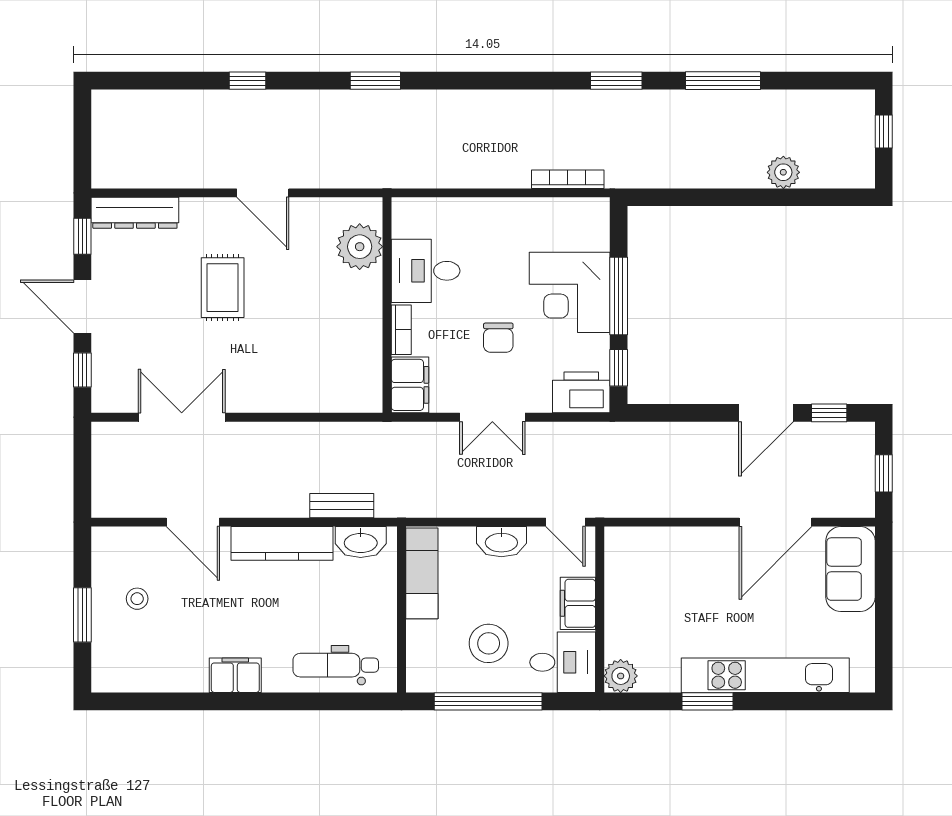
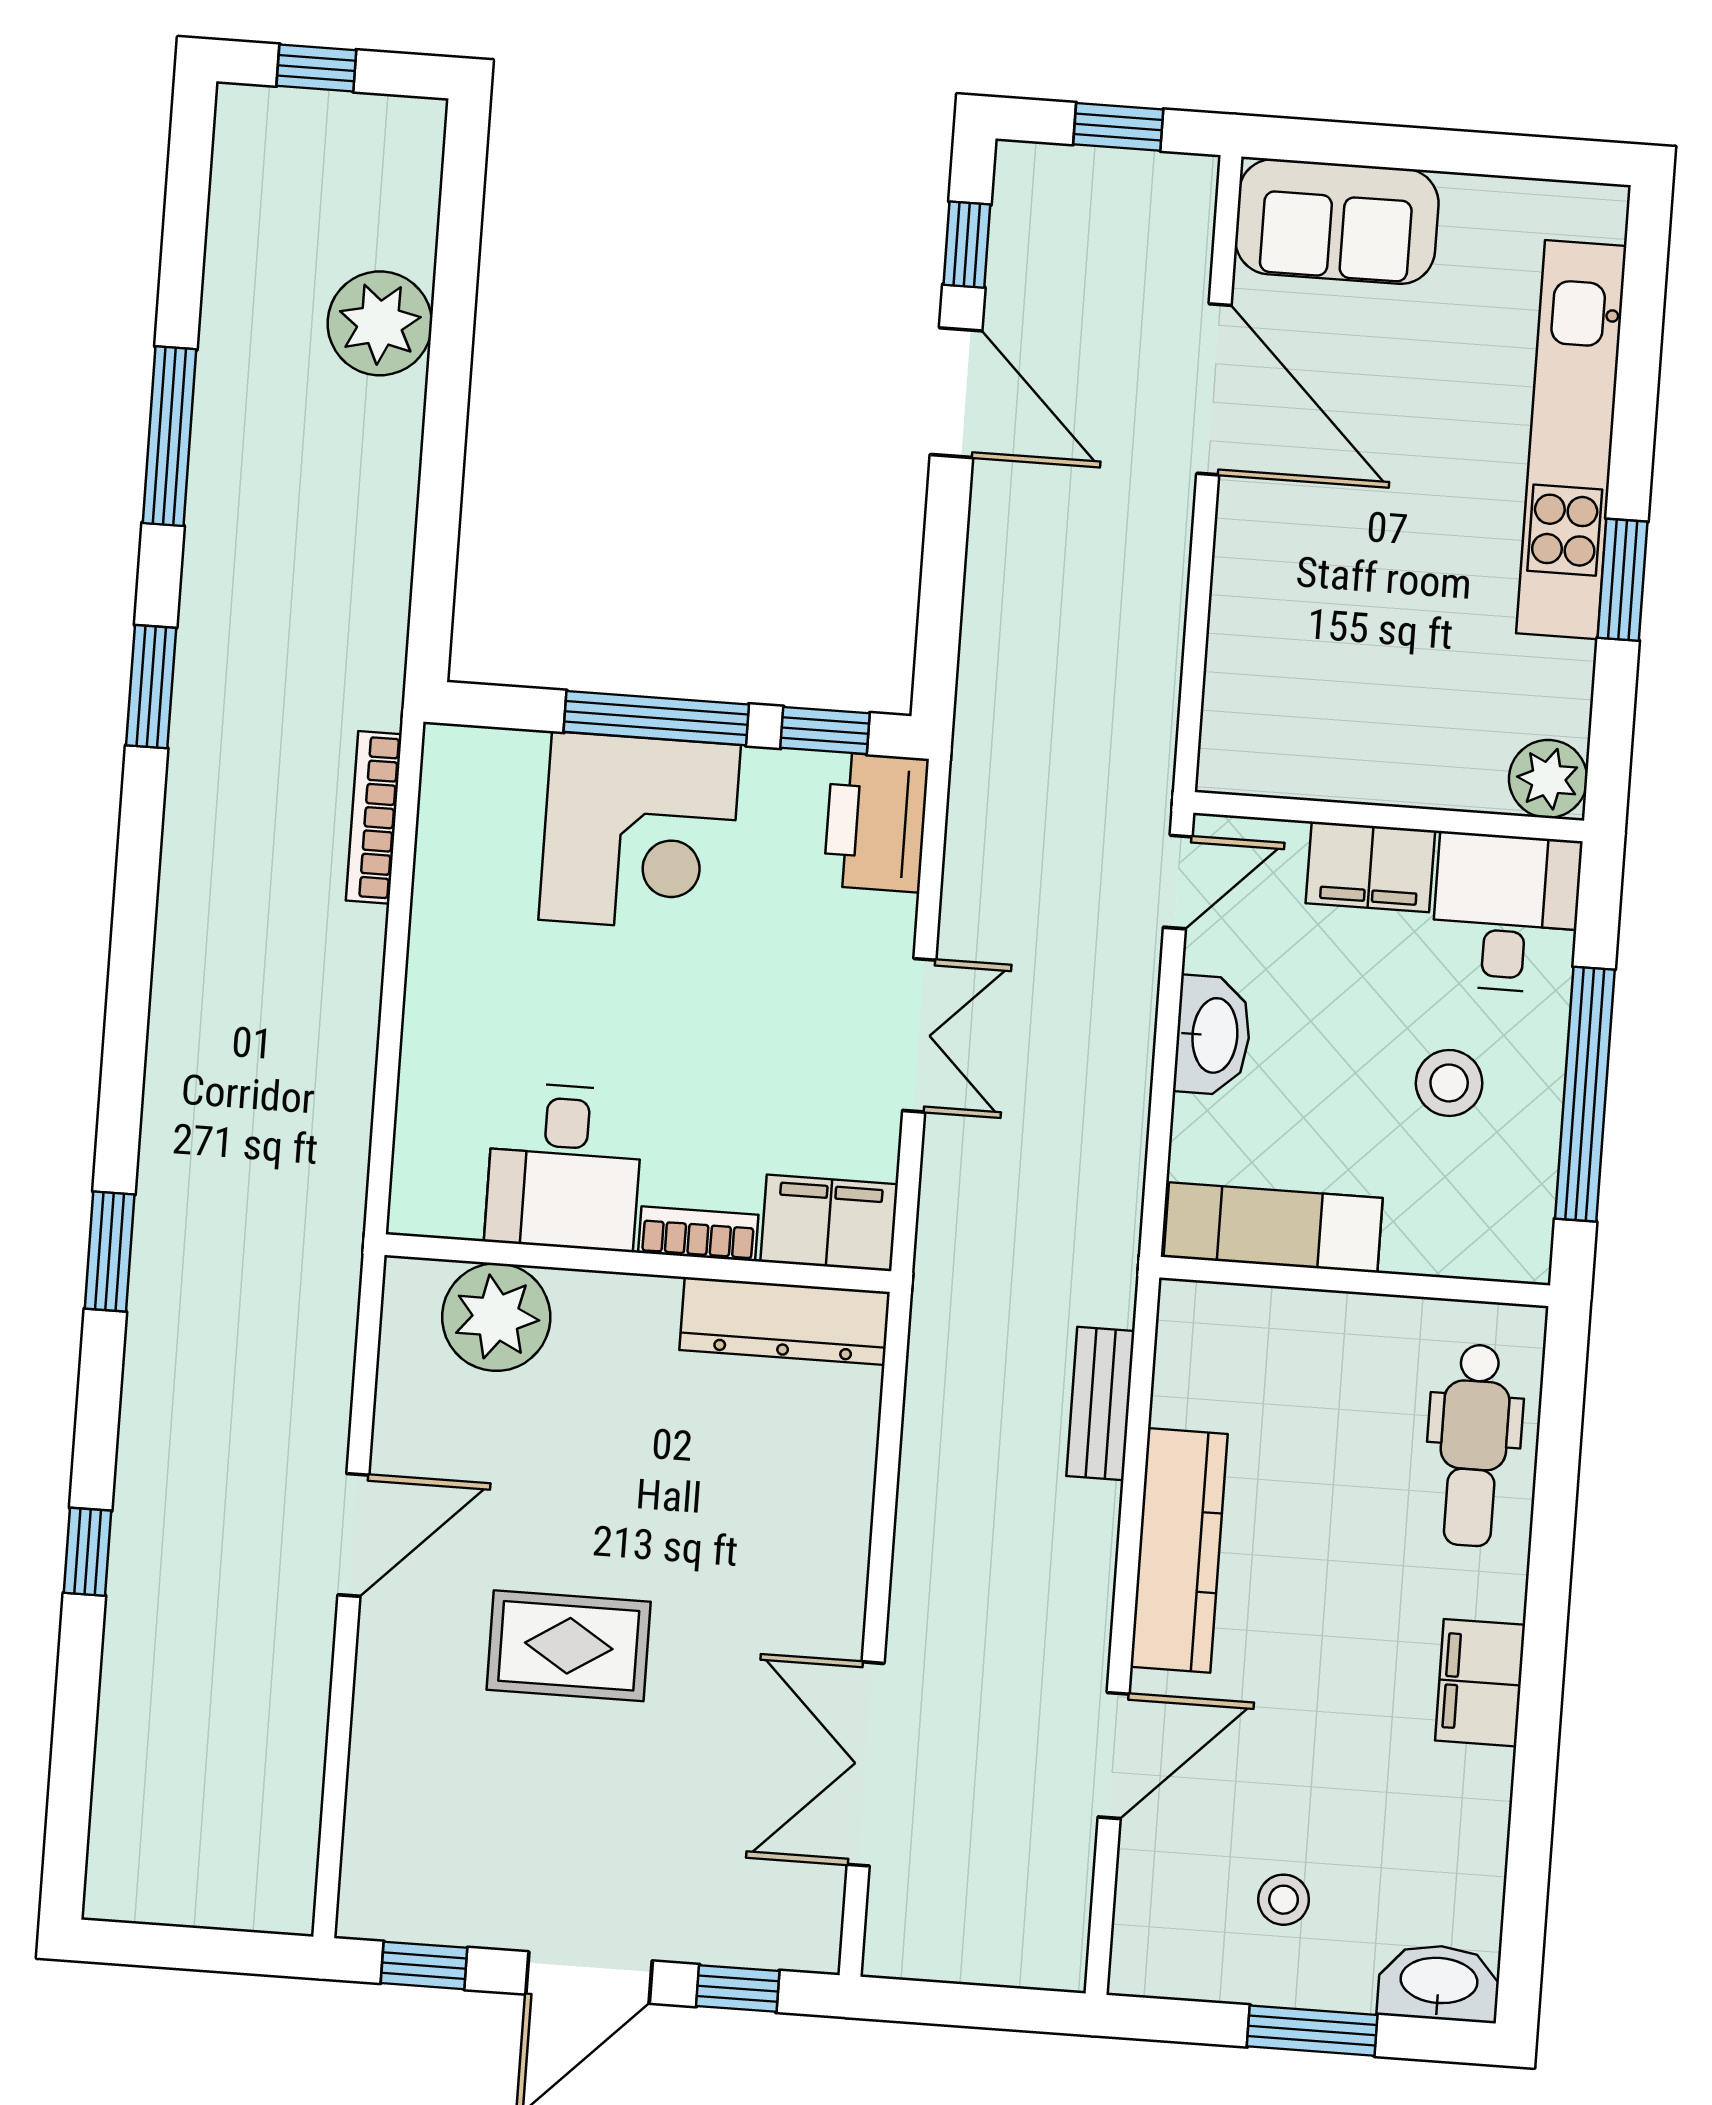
plant: (783, 172) -> (380, 323), width x1.36, depth x1.36
dresser: (135, 213) -> (785, 1321), moved, turned 90
chair: (498, 338) -> (734, 1008), removed
washbasin: (361, 542) -> (1439, 1983), moved, turned -90
stool: (489, 643) -> (1449, 1083), width x0.73, depth x0.73

